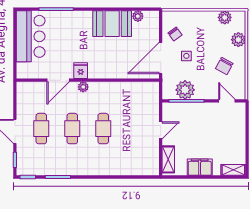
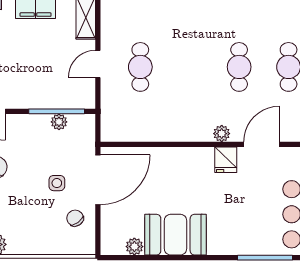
plant: (185, 90) -> (59, 122), width x0.53, depth x0.53
cafe table: (103, 129) -> (140, 67), moved

